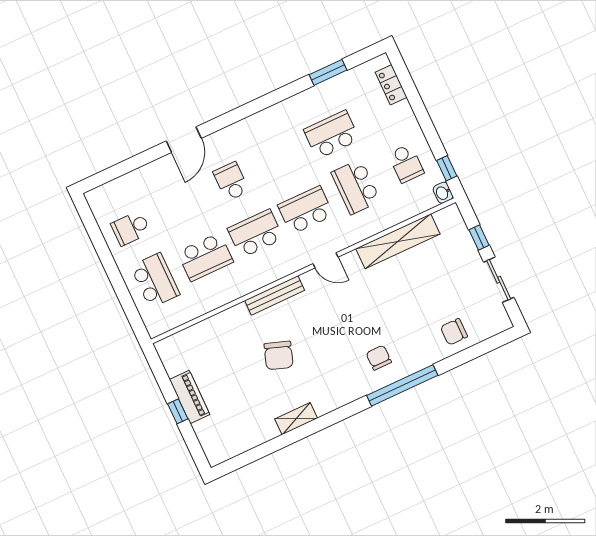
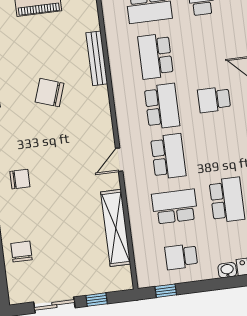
school desk: (231, 181) -> (214, 100), turned 180
washbasin: (443, 193) -> (227, 270), moved
bench: (275, 295) -> (97, 58), moved

